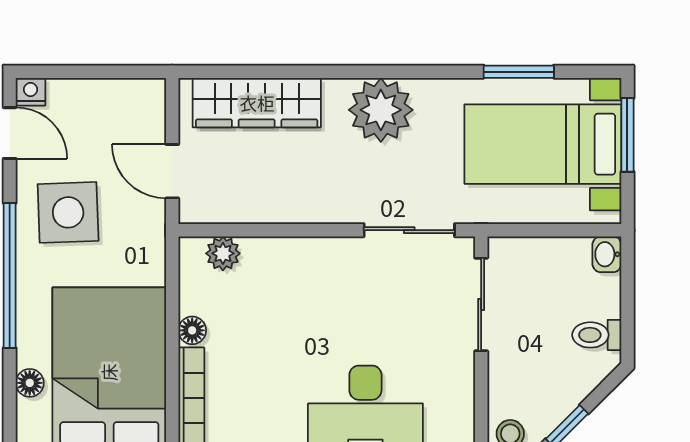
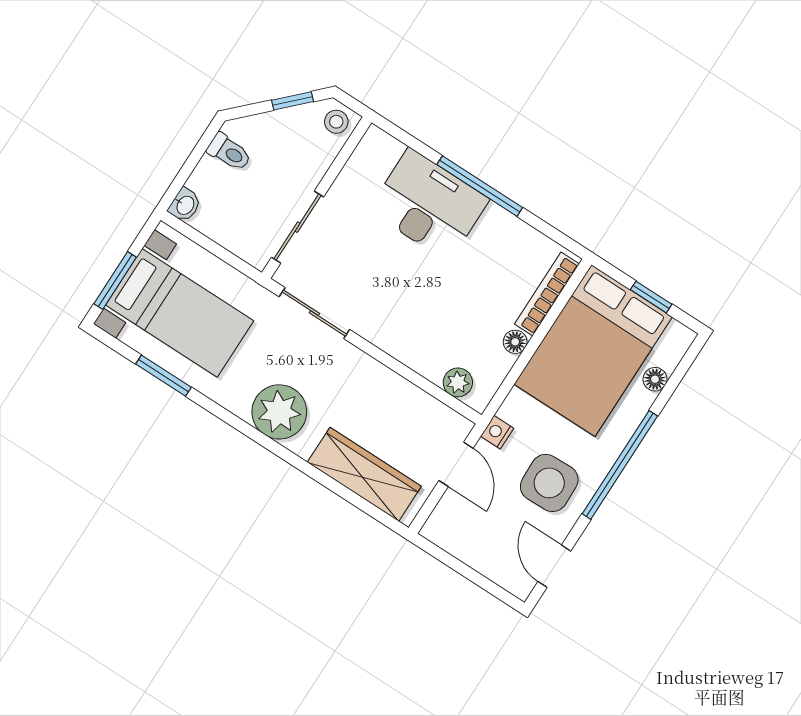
nightstand: (31, 92) -> (497, 432), moved, turned 90

